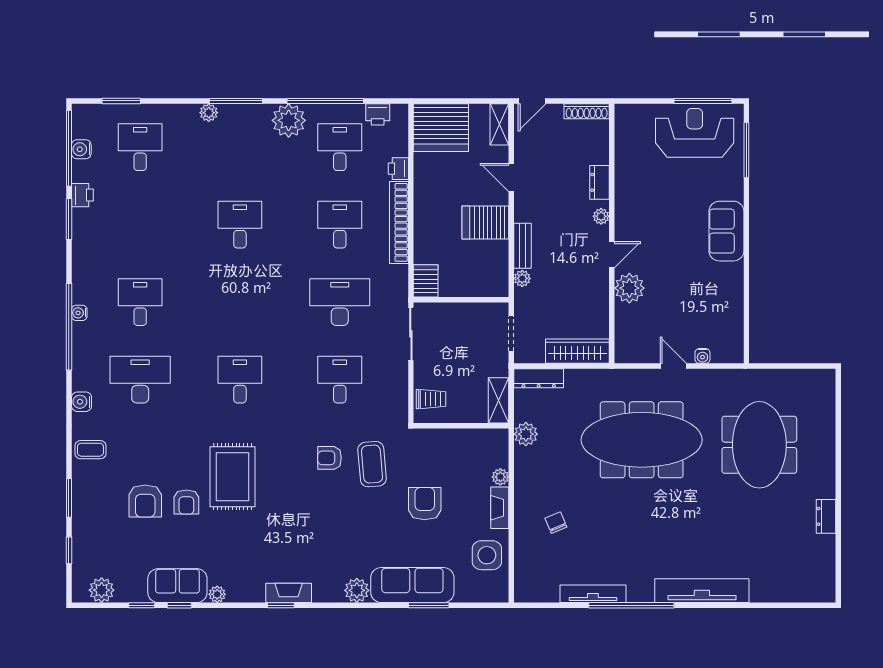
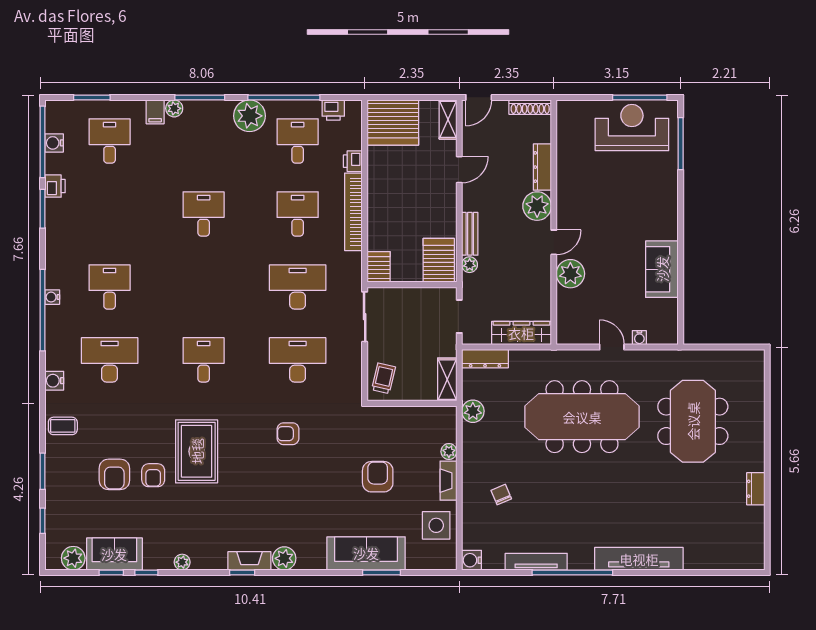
filing cabinet: (188, 116) -> (155, 112), added
door: (511, 178) -> (459, 170), swing flipped
dresser: (600, 182) -> (542, 167), width x1.44
plant: (601, 216) -> (537, 206), width x1.88, depth x1.88
server rack: (485, 222) -> (439, 260), moved, turned 90
sofa: (726, 231) -> (662, 269), moved
desk: (340, 380) -> (298, 360), width x1.37
trolley: (431, 399) -> (384, 378), turned -77
coffee table: (372, 464) -> (328, 439), removed
sofa: (177, 586) -> (114, 554), moved
plant: (357, 590) -> (284, 558), moved
water cooler: (524, 592) -> (472, 560), added

